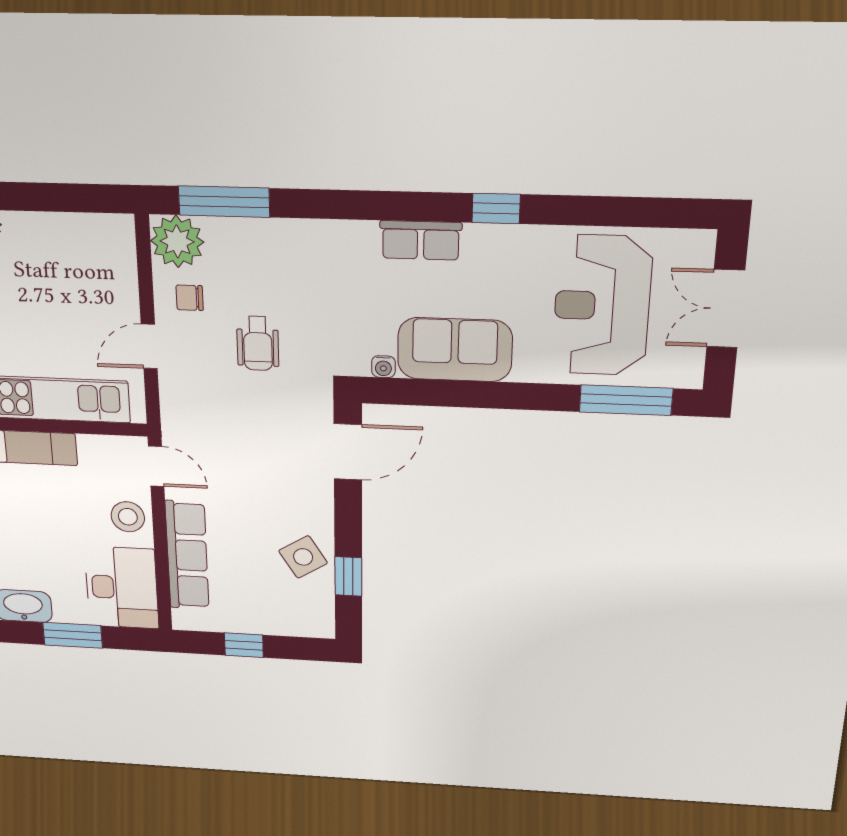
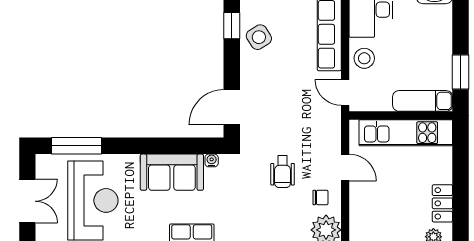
wheelchair: (258, 343) -> (283, 172), turned 180
door: (149, 346) -> (345, 168), hinge flipped

